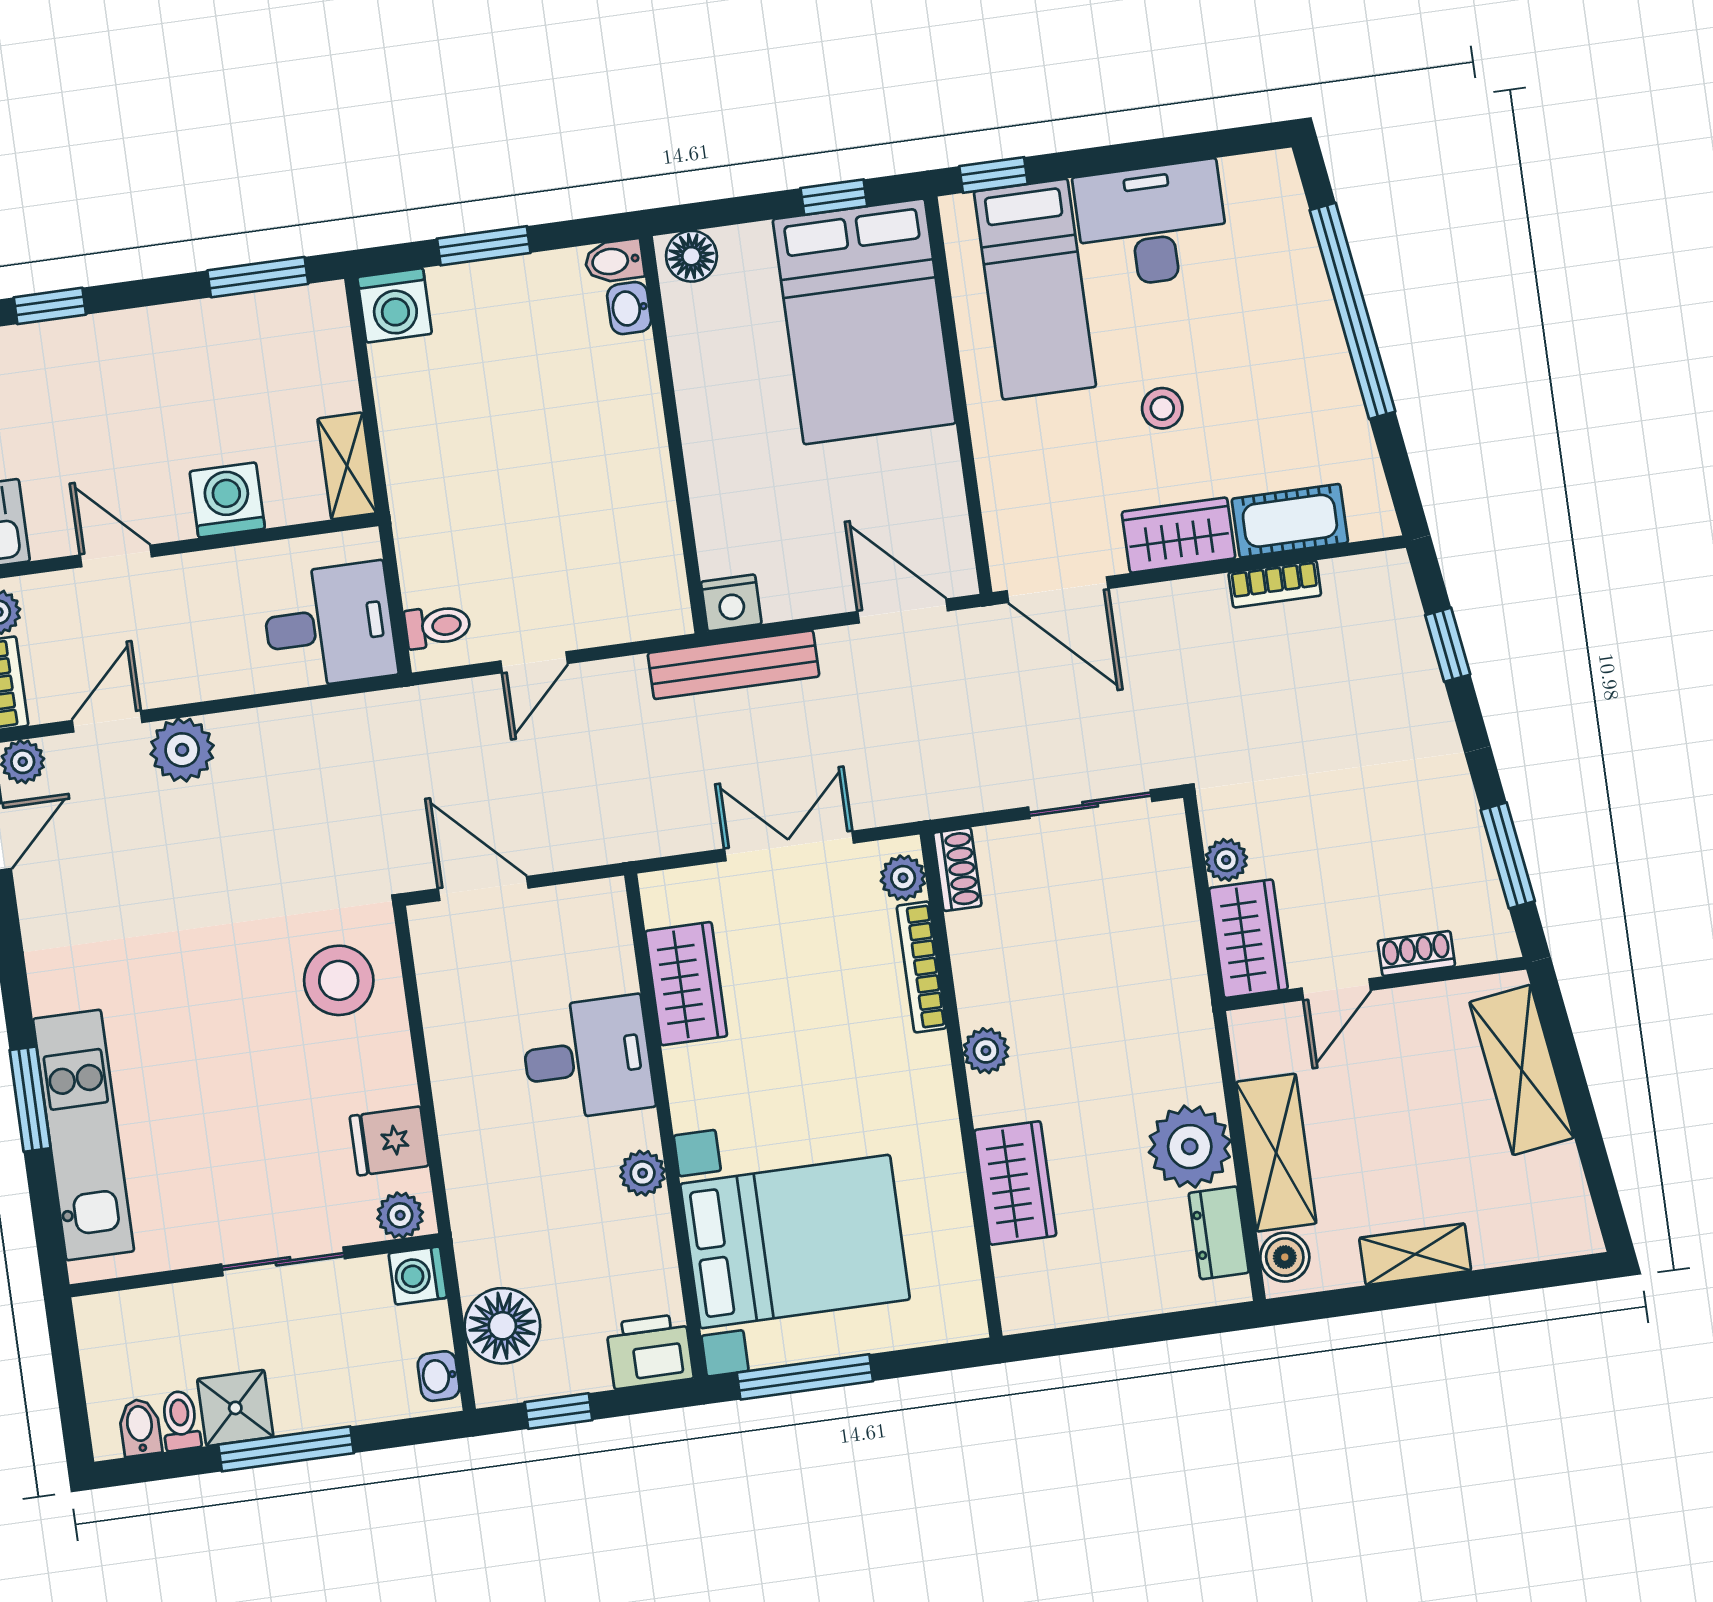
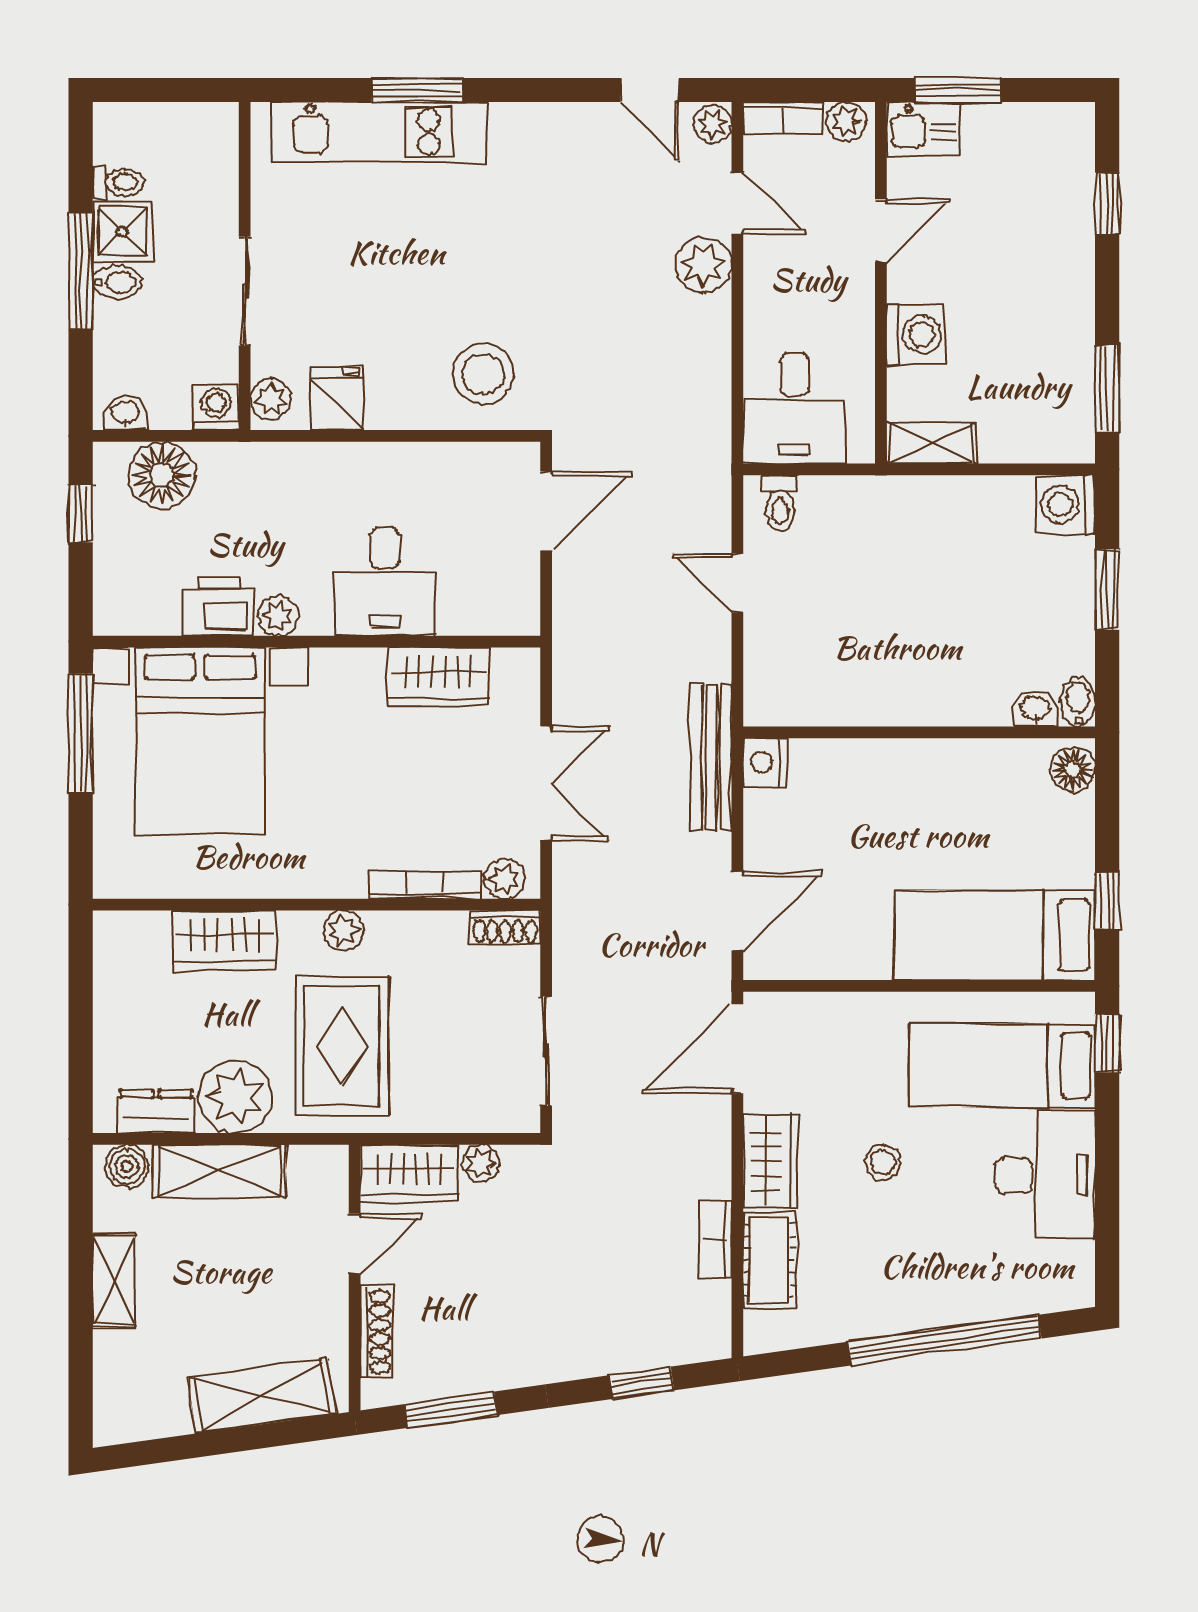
bed: (864, 321) -> (995, 935), width x0.67
shoe rack: (1416, 953) -> (376, 1332), width x1.43
door: (1336, 989) -> (355, 1244), swing flipped
rug: (1116, 1035) -> (342, 1046), added
printer: (650, 1351) -> (219, 607), moved, turned -90
bidet: (140, 1427) -> (117, 282), moved

